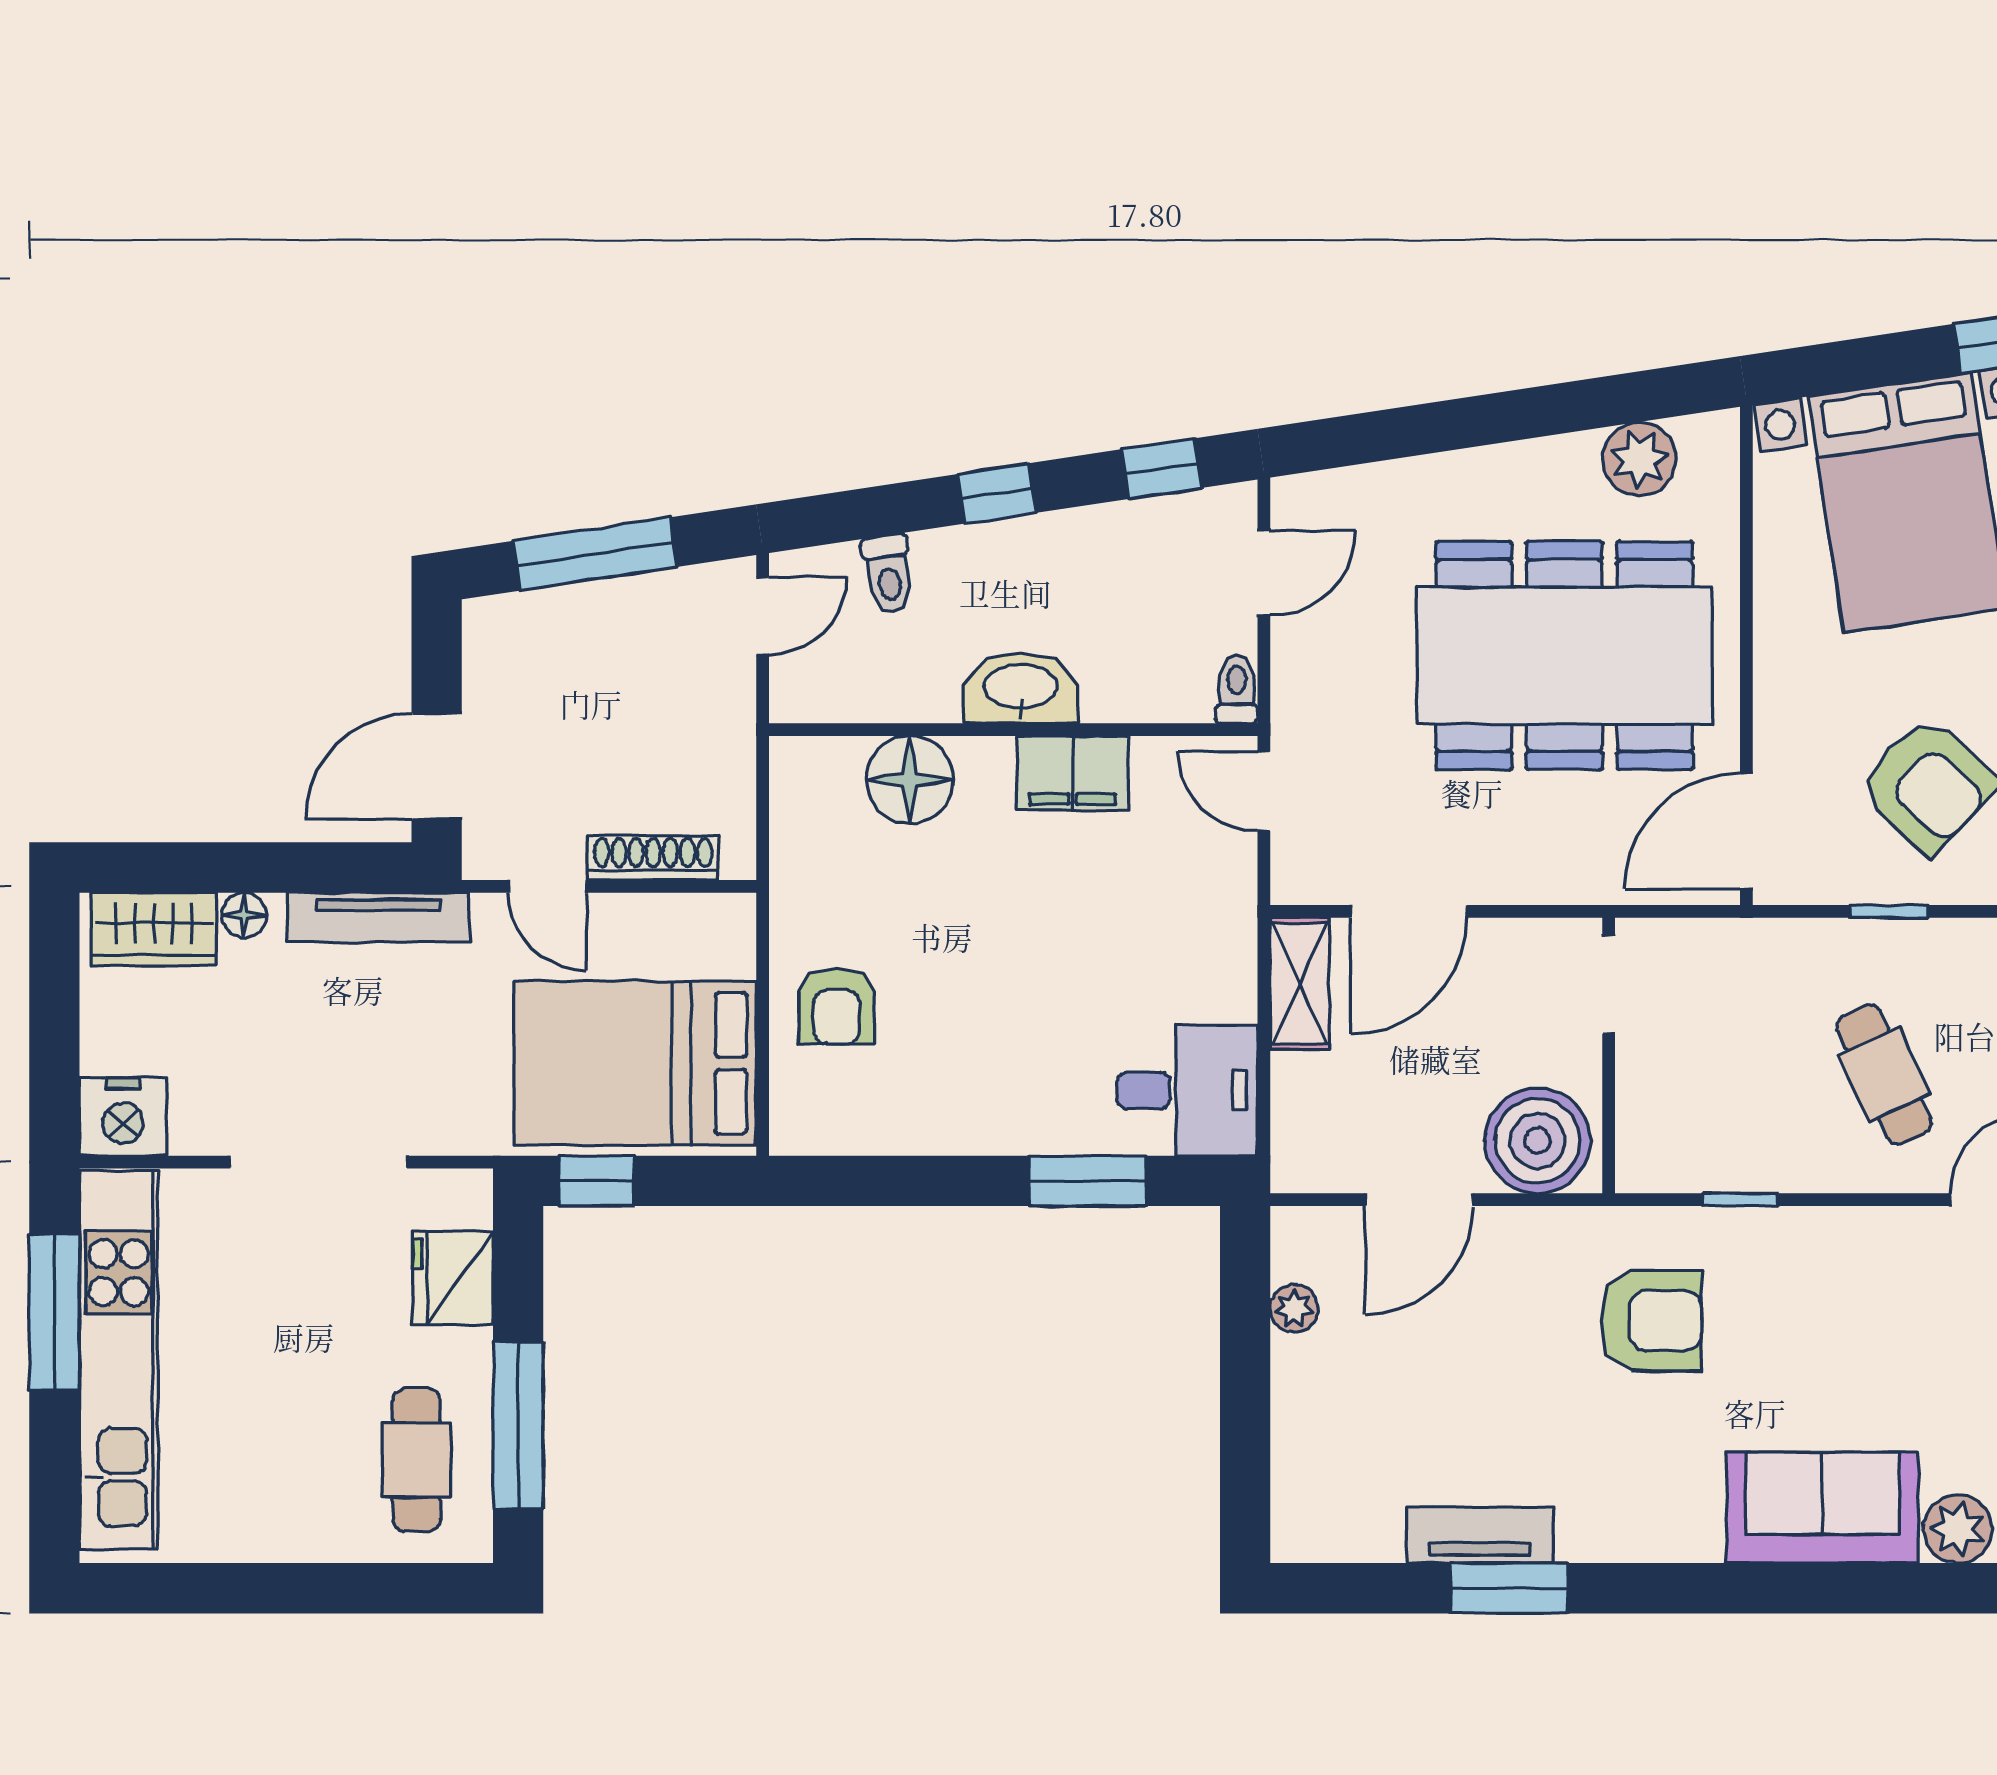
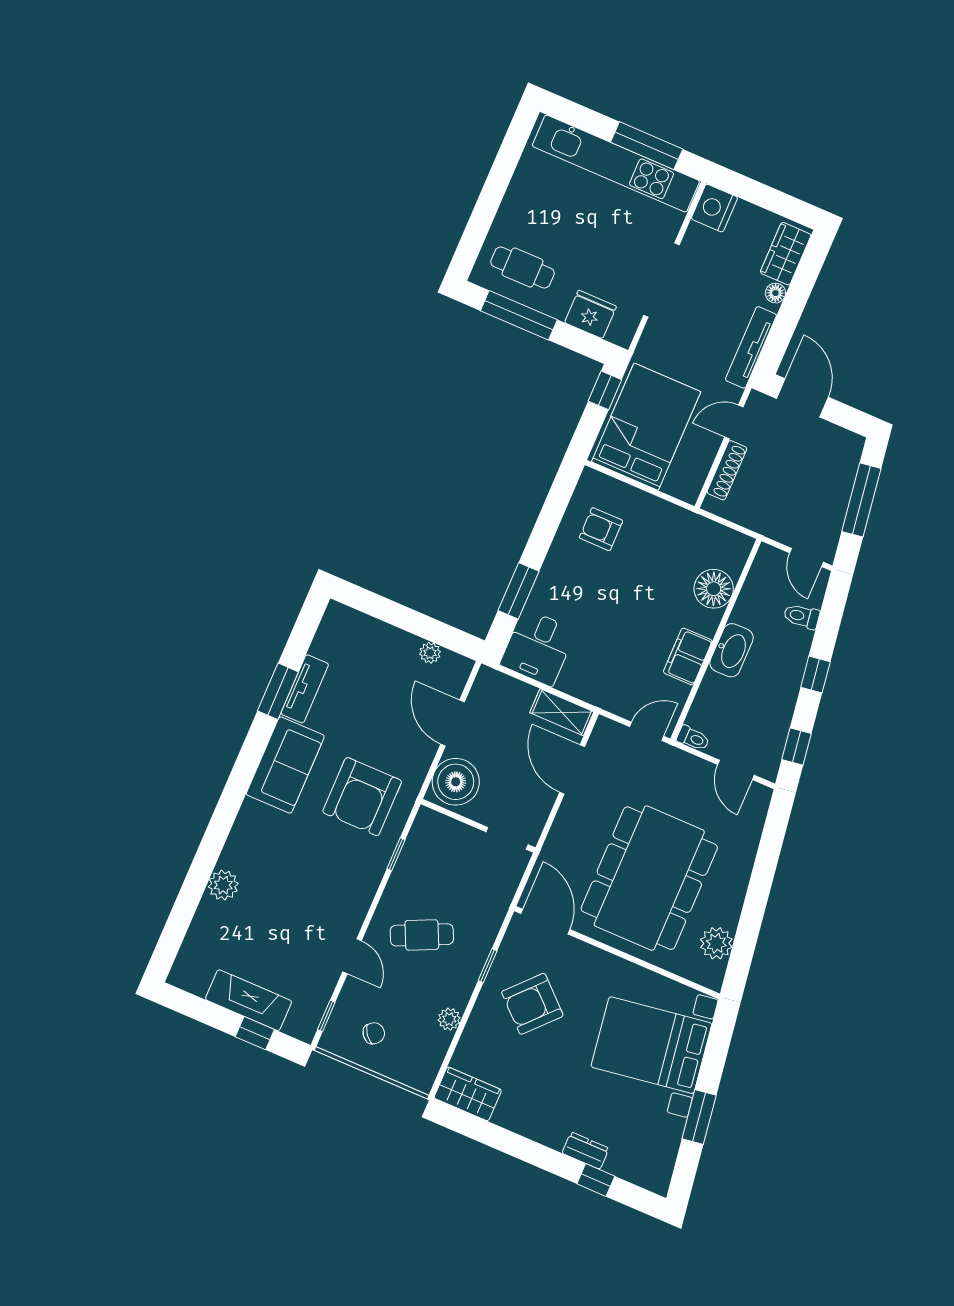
armchair: (836, 1006) -> (601, 529), moved
armchair: (1651, 1321) -> (362, 797), width x1.36, depth x1.36
sofa: (1822, 1508) -> (285, 765), moved

